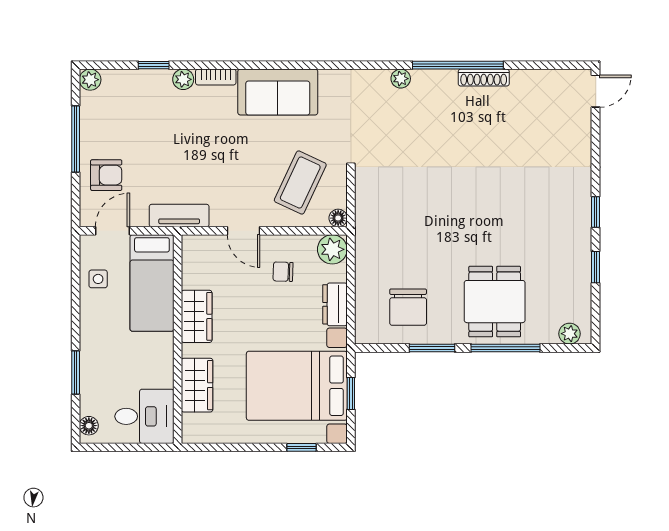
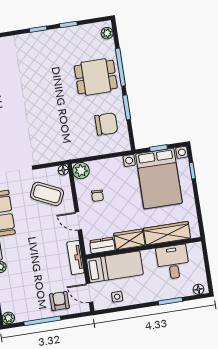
door: (243, 231) -> (78, 221), swing flipped
dresser: (335, 304) -> (102, 245), moved, turned 180
wardrobe: (197, 385) -> (167, 233), width x1.50
desk: (144, 416) -> (173, 262), moved

